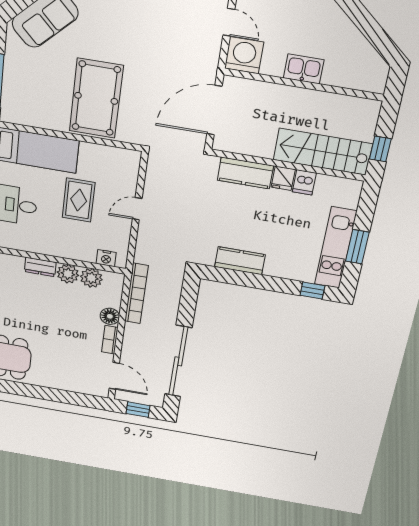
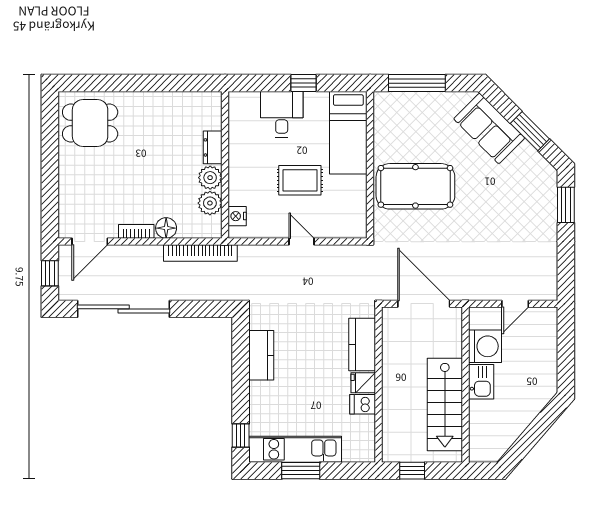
washing machine: (244, 55) -> (485, 346), moved
stairs: (323, 152) -> (445, 405), moved, turned 180

